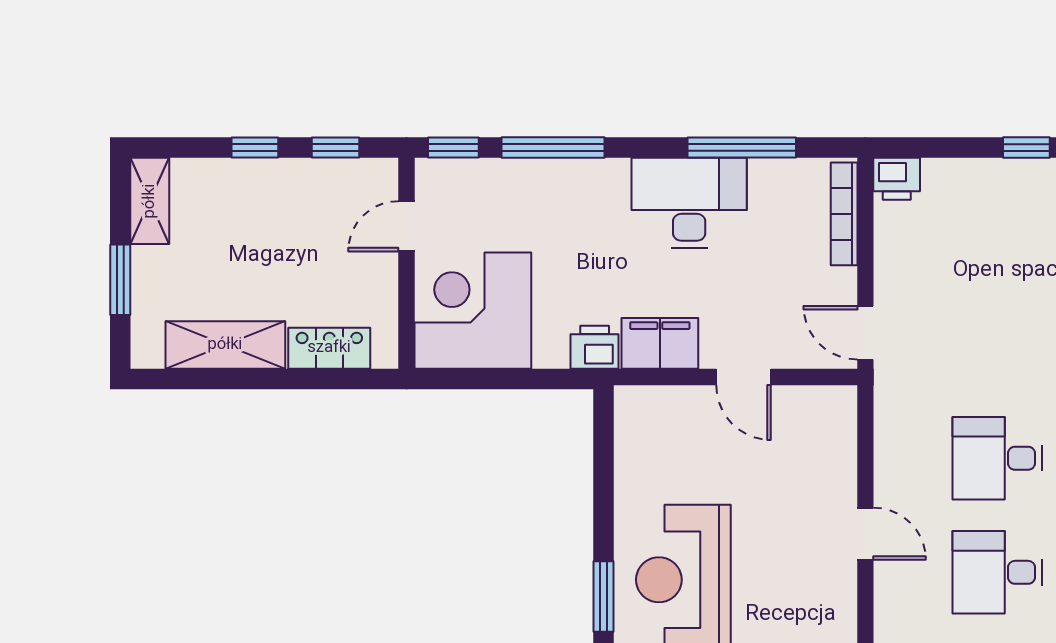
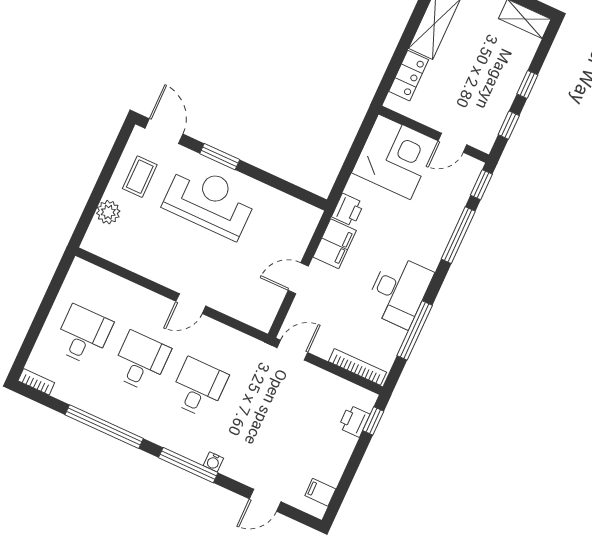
window: (1026, 148) -> (373, 421), moved
printer: (897, 179) -> (354, 421), moved
door: (406, 226) -> (452, 143), swing flipped

